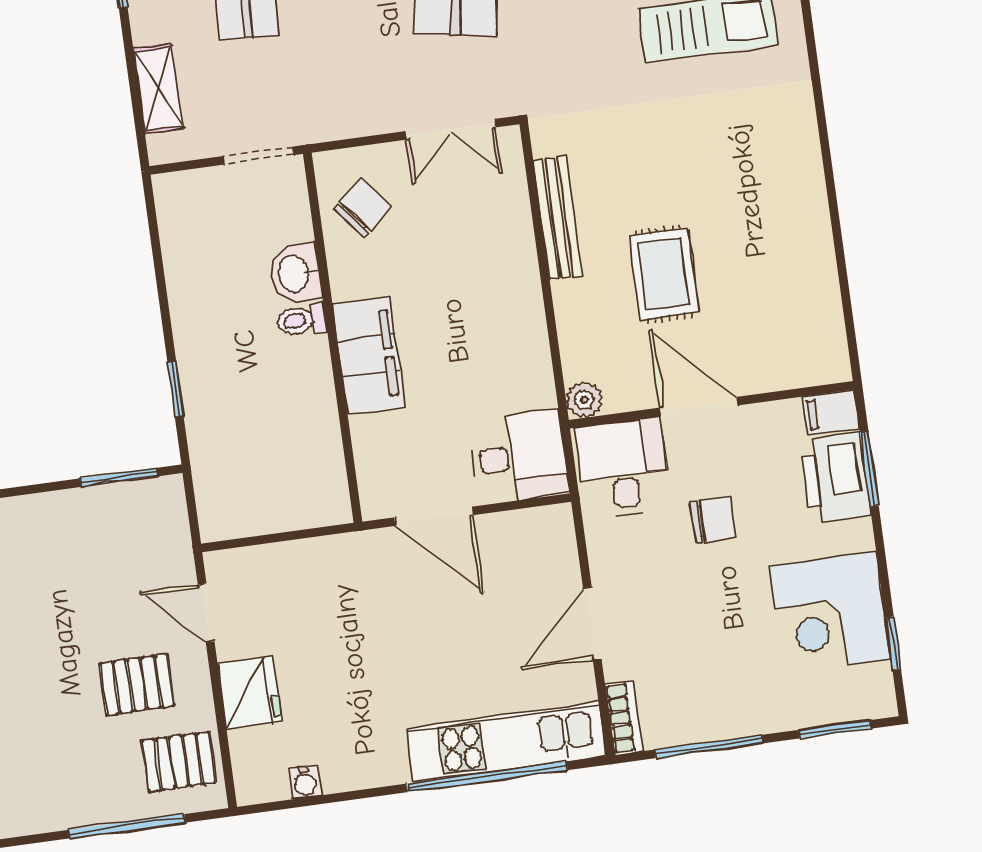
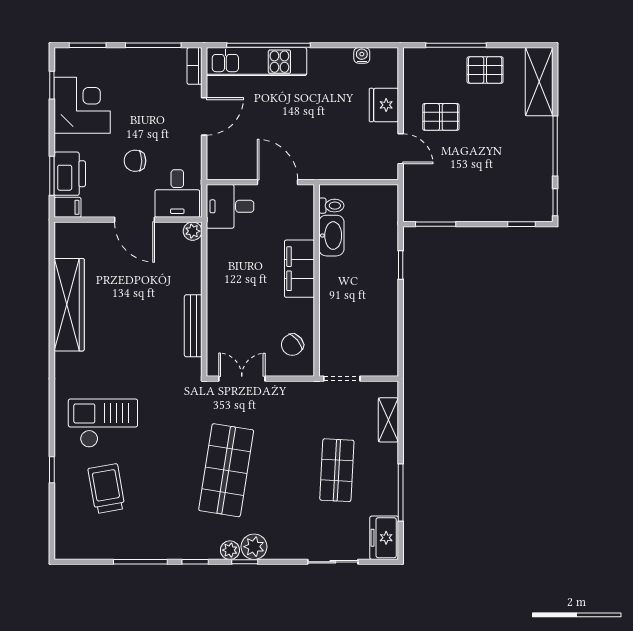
wardrobe: (802, 226) -> (69, 305), added
washbasin: (295, 273) -> (331, 236), moved, width x1.38
rug: (664, 274) -> (143, 290), removed
toilet: (301, 320) -> (331, 206), moved
pallet: (179, 762) -> (485, 70), moved

